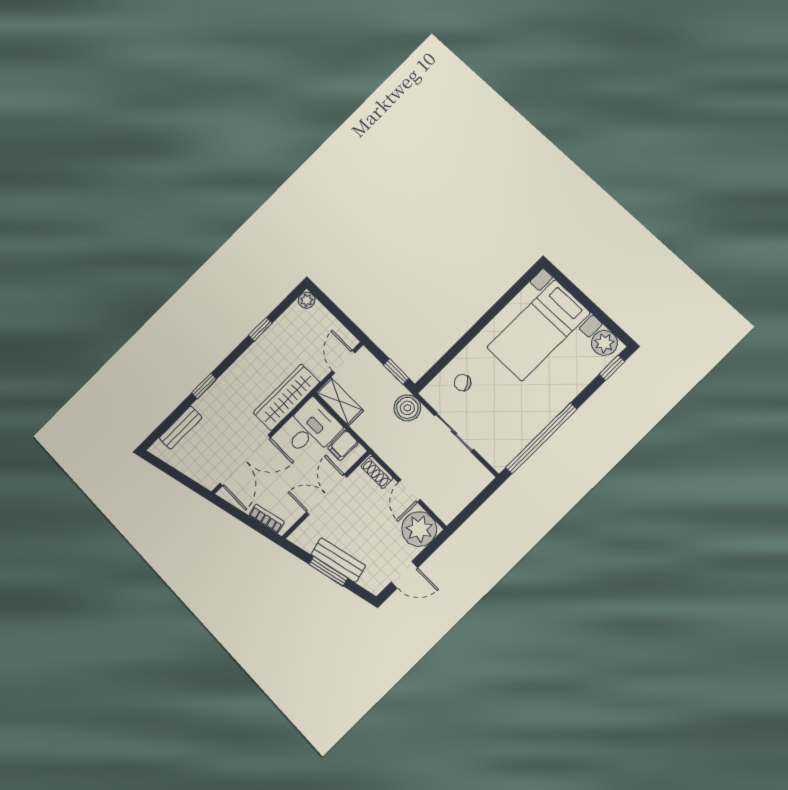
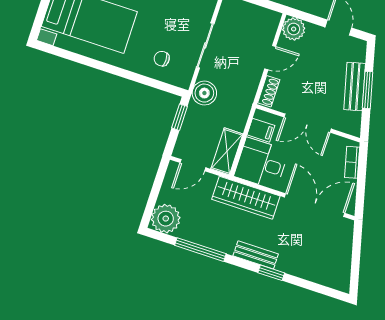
plant: (307, 300) -> (166, 219), width x1.88, depth x1.88
window: (260, 329) -> (200, 250), width x2.17
chair: (463, 383) -> (162, 59), turned 123
bench: (181, 428) -> (256, 255), moved
plant: (419, 529) -> (294, 29), width x0.73, depth x0.73

